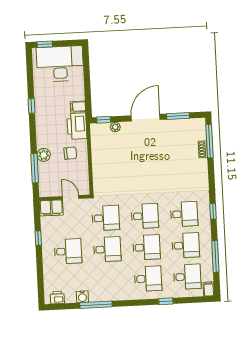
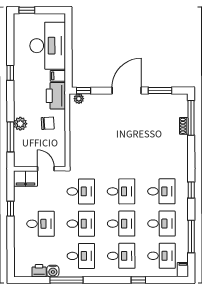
desk: (60, 64) -> (48, 46), moved, turned 90
plant: (115, 127) -> (79, 99), moved
desk: (109, 281) -> (81, 256), added
printer: (57, 298) -> (39, 271), moved

